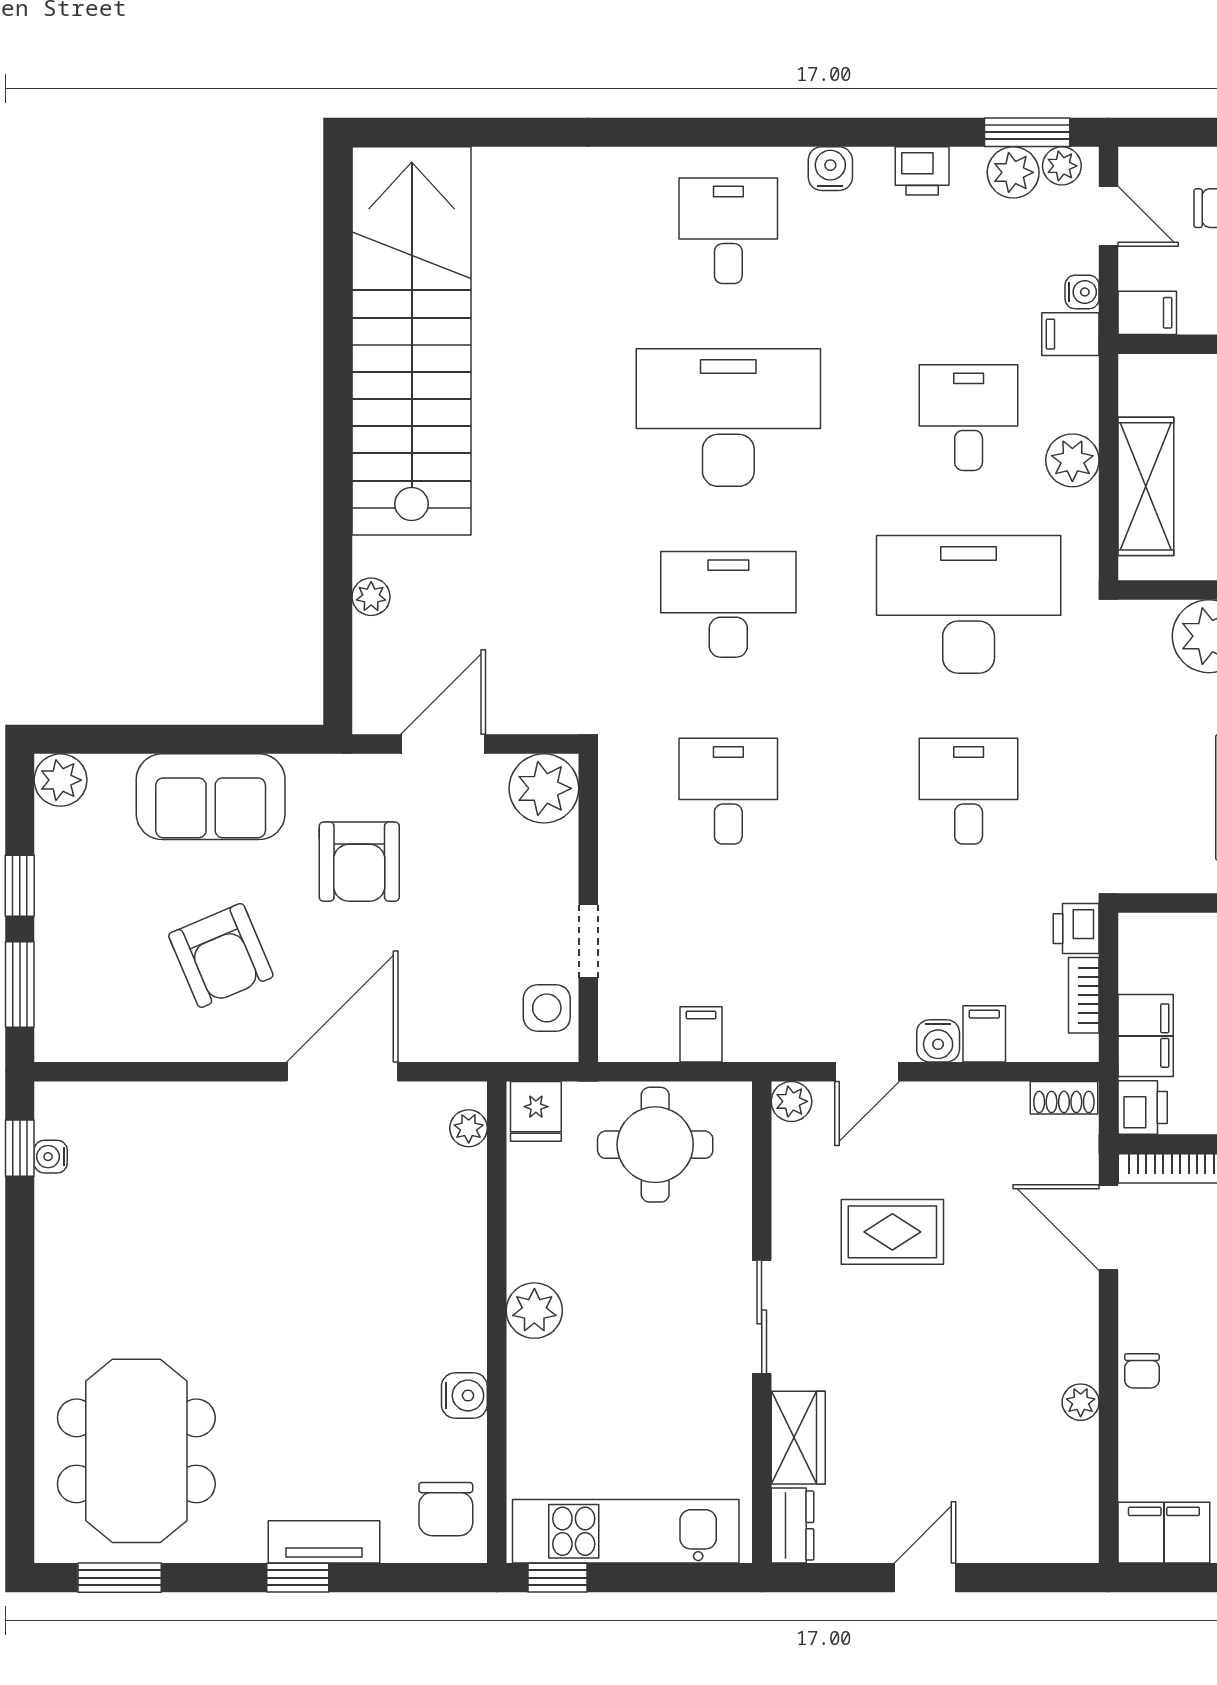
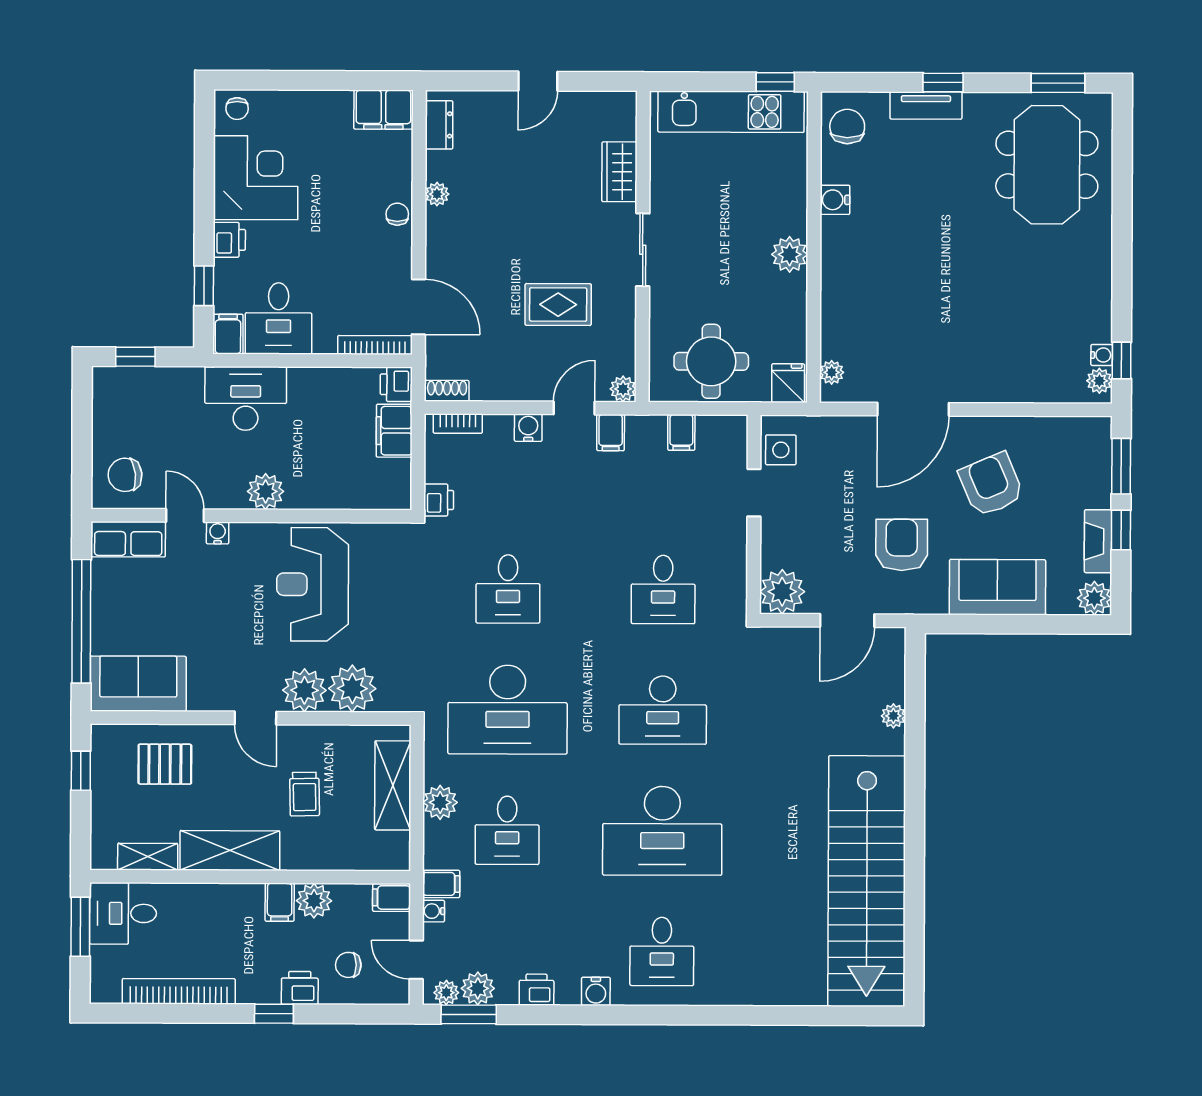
fireplace: (55, 868) -> (1098, 541), added
bookcase: (1084, 995) -> (458, 424), moved, turned 90
filing cabinet: (984, 1034) -> (611, 433), moved
plant: (54, 1117) -> (1099, 381), added
dresser: (792, 1526) -> (439, 125), moved, turned 180

